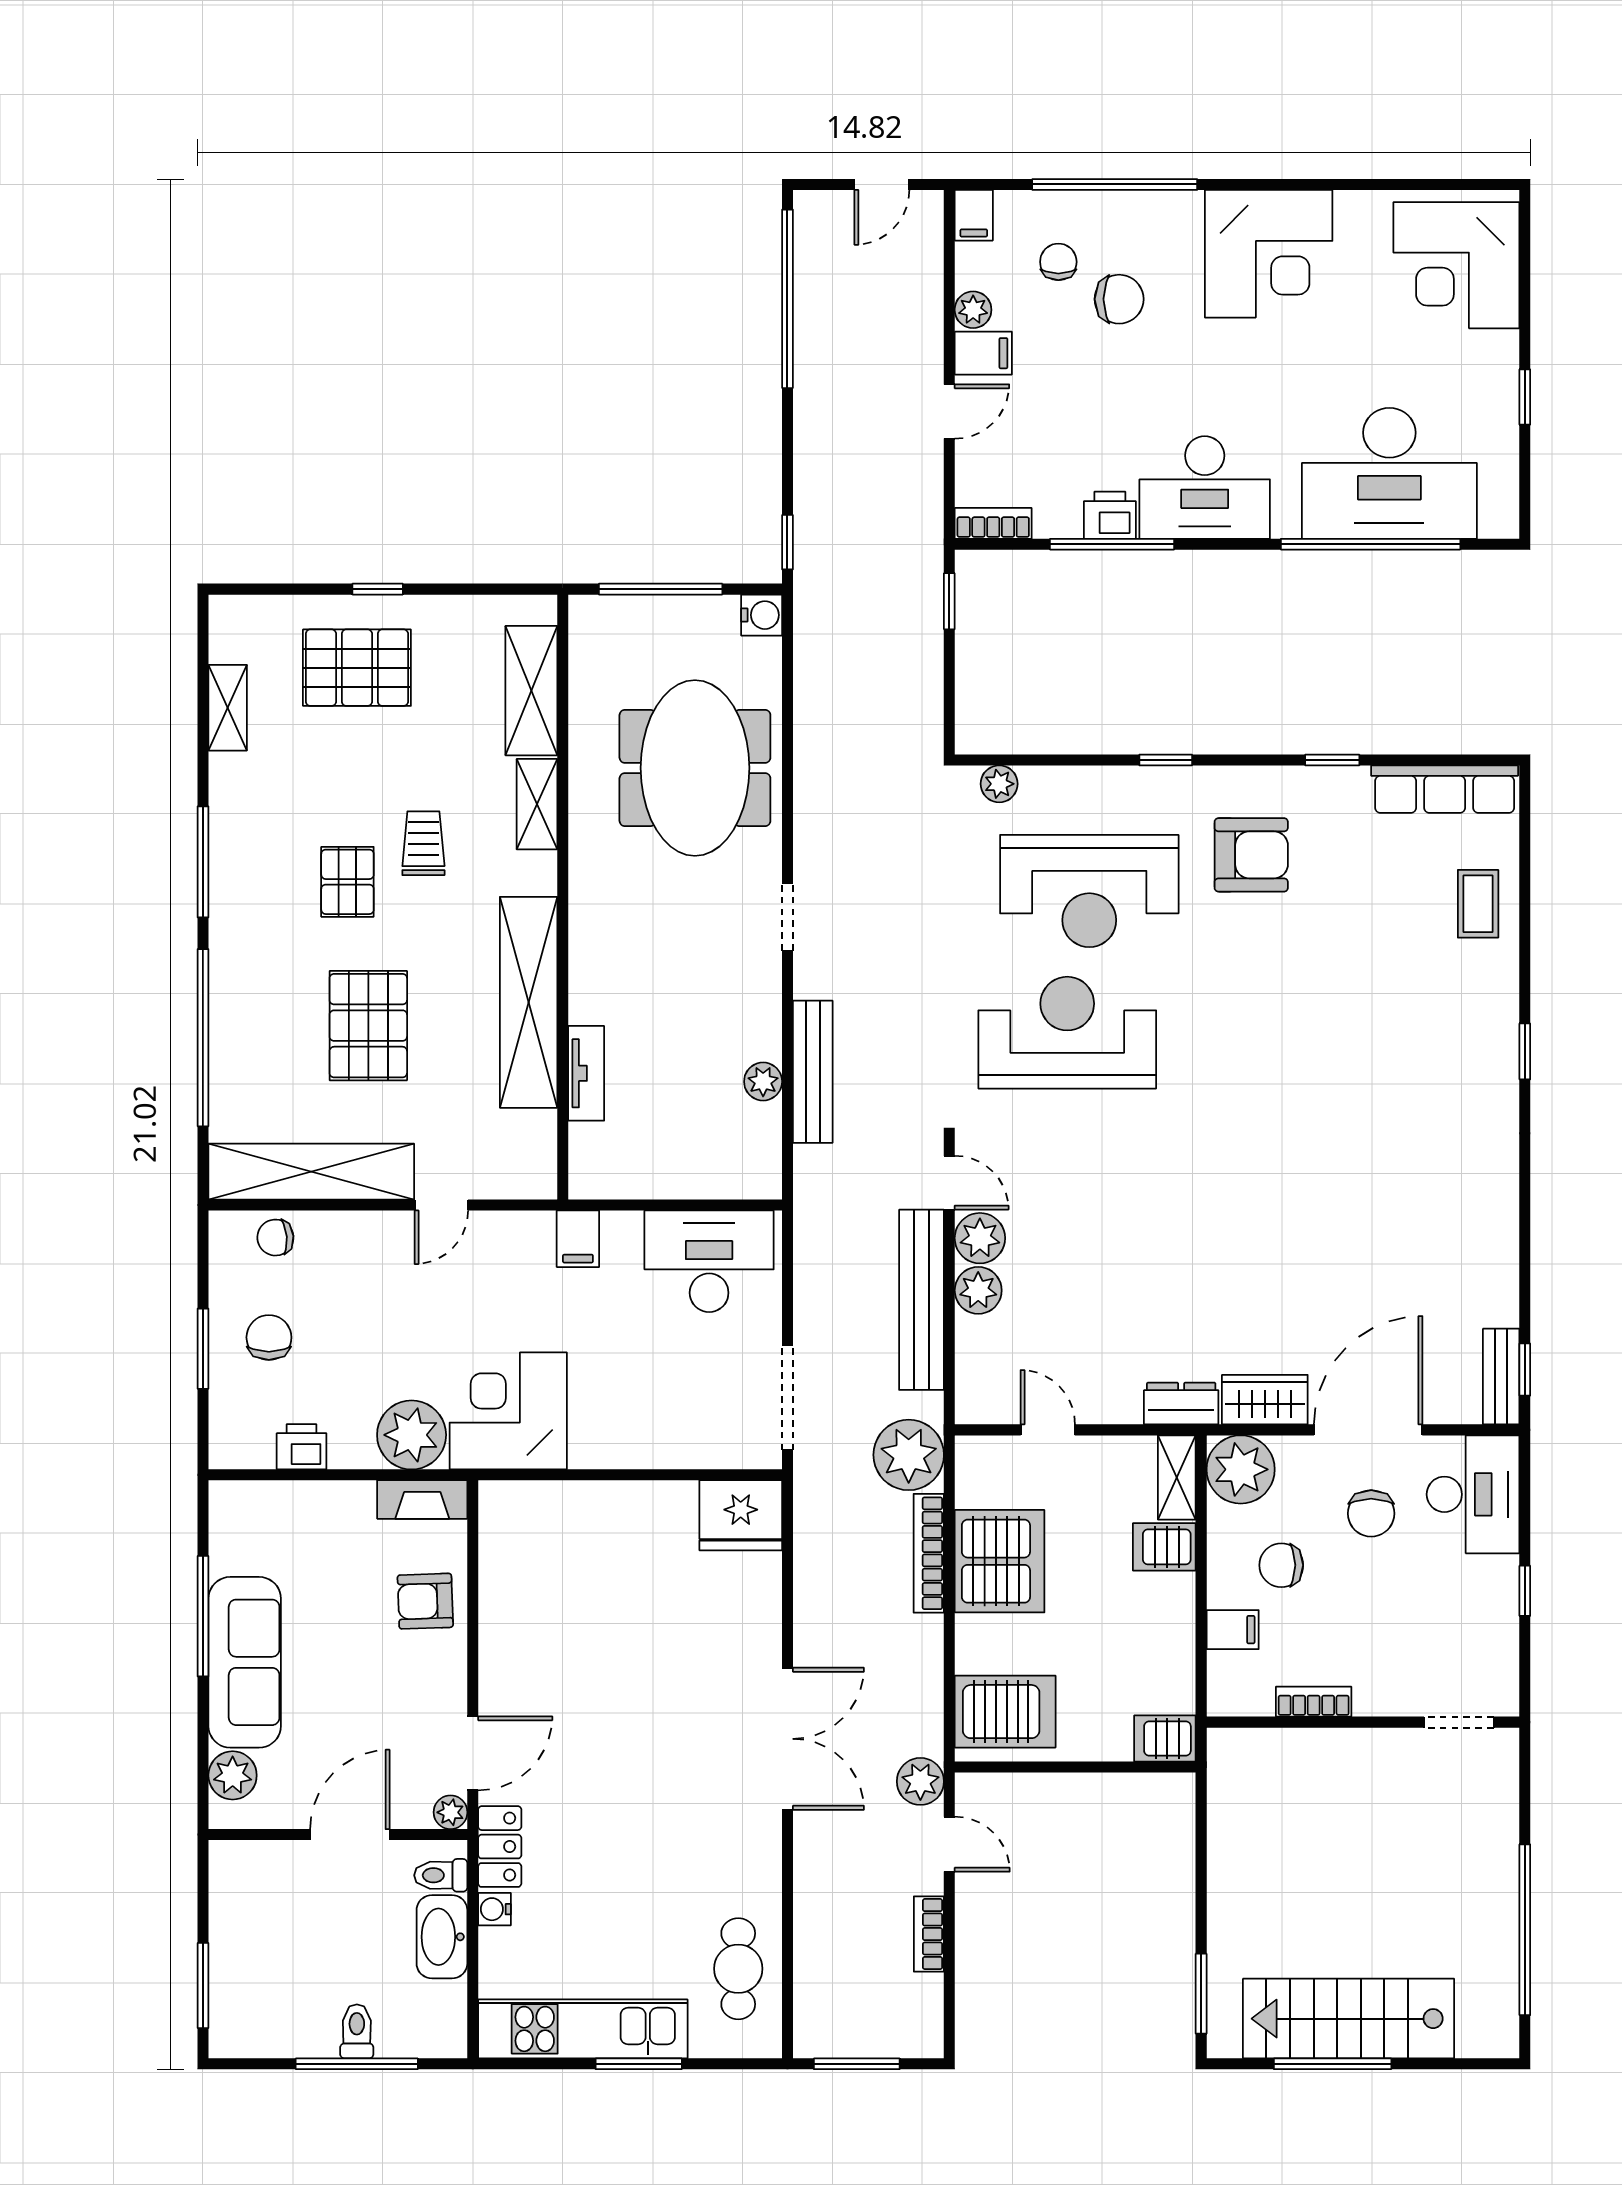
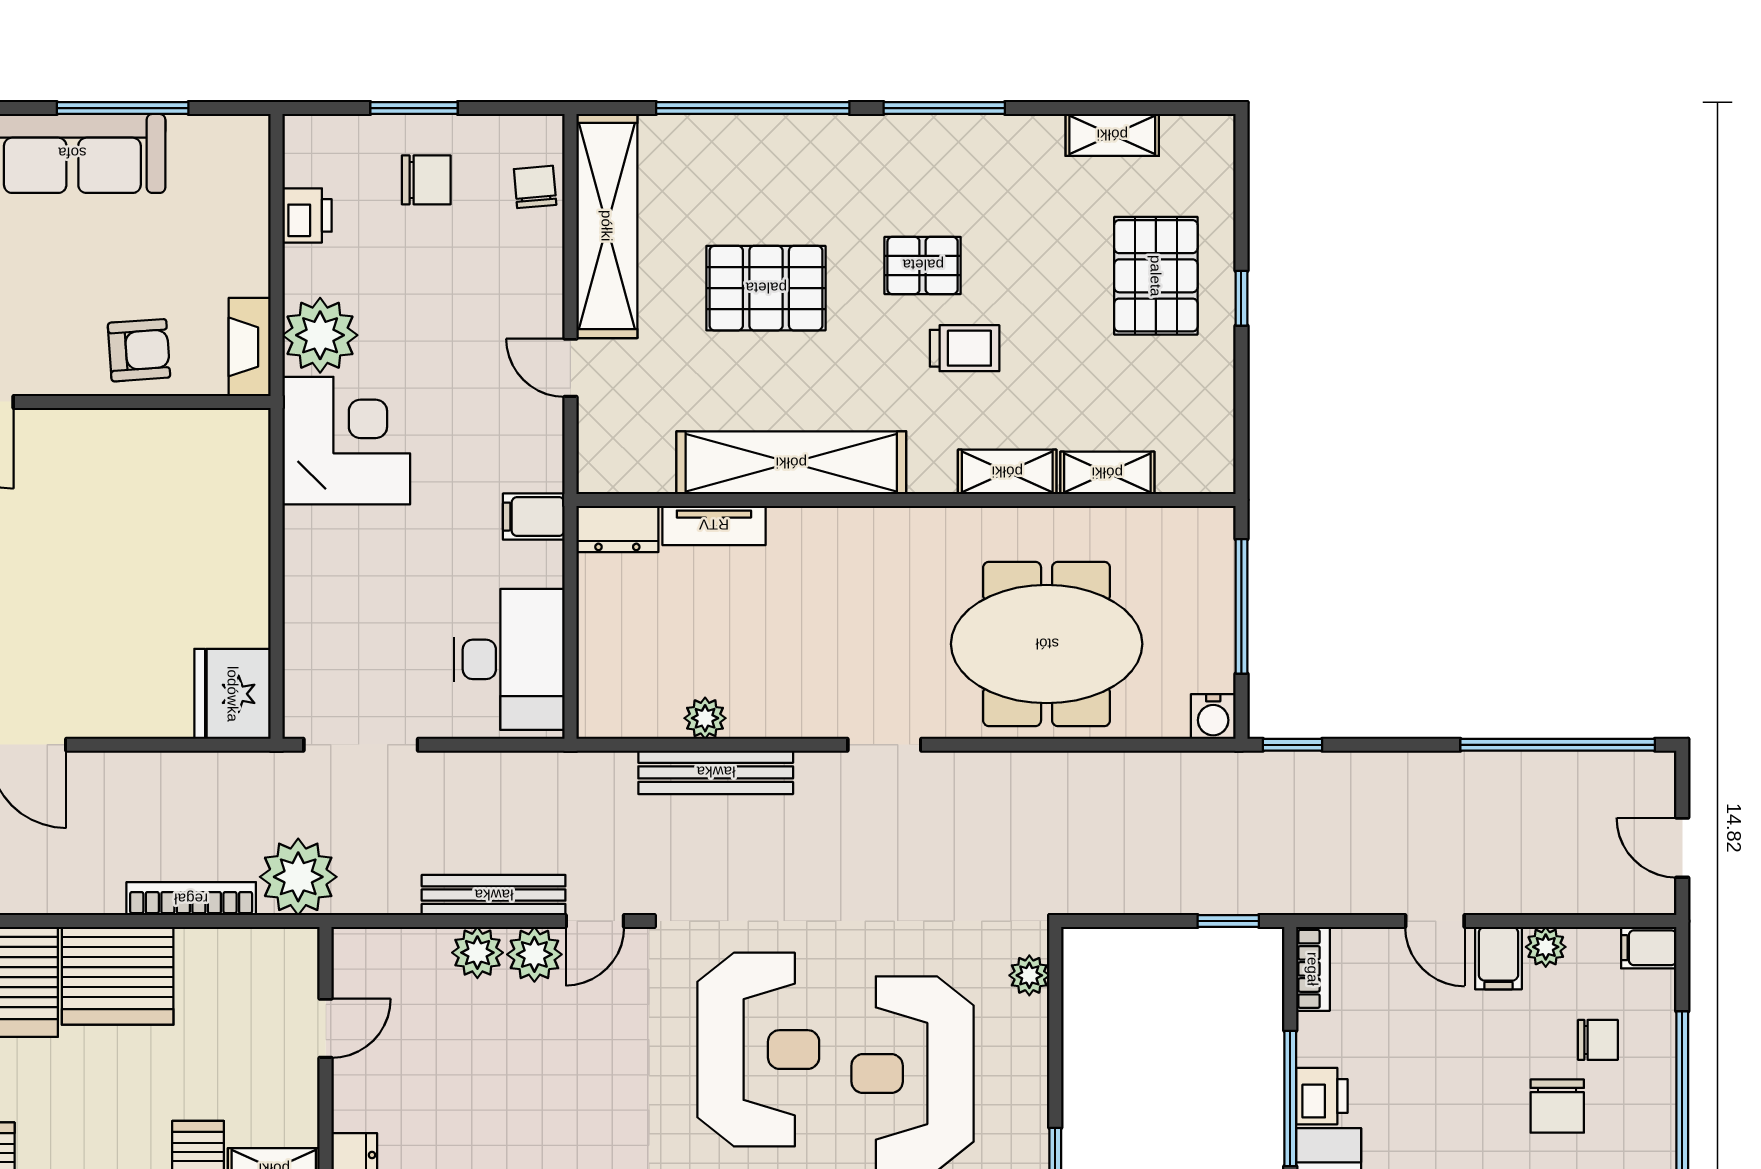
shelving: (531, 691) -> (1107, 473), width x0.67, depth x0.75
dresser: (589, 1162) -> (617, 529), added
bench: (922, 1300) -> (494, 895), width x0.73, depth x0.82
server rack: (1000, 1561) -> (118, 976), moved
armchair: (425, 1601) -> (139, 350), turned 88

